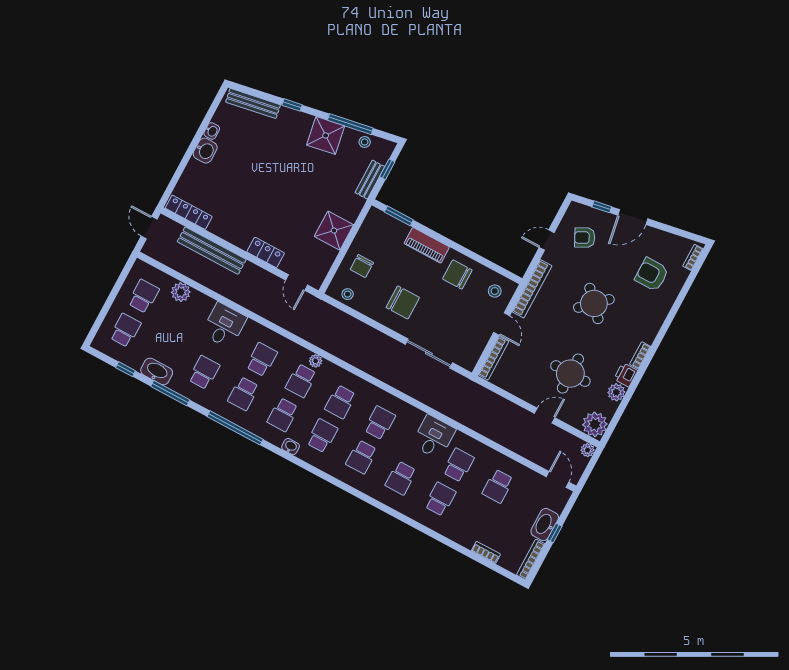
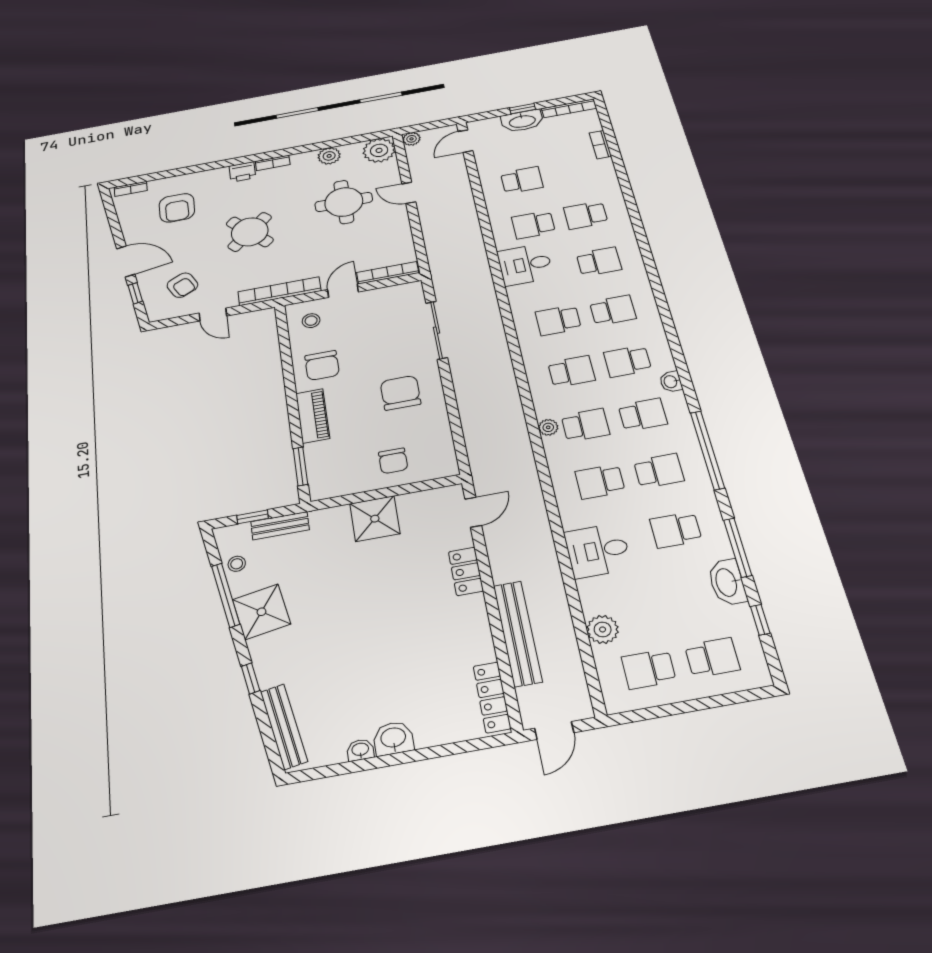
chair: (362, 266) -> (393, 461), turned 90
stool: (348, 294) -> (440, 451), removed
school desk: (125, 330) -> (712, 658), turned 180
printer: (626, 375) -> (242, 172), moved

